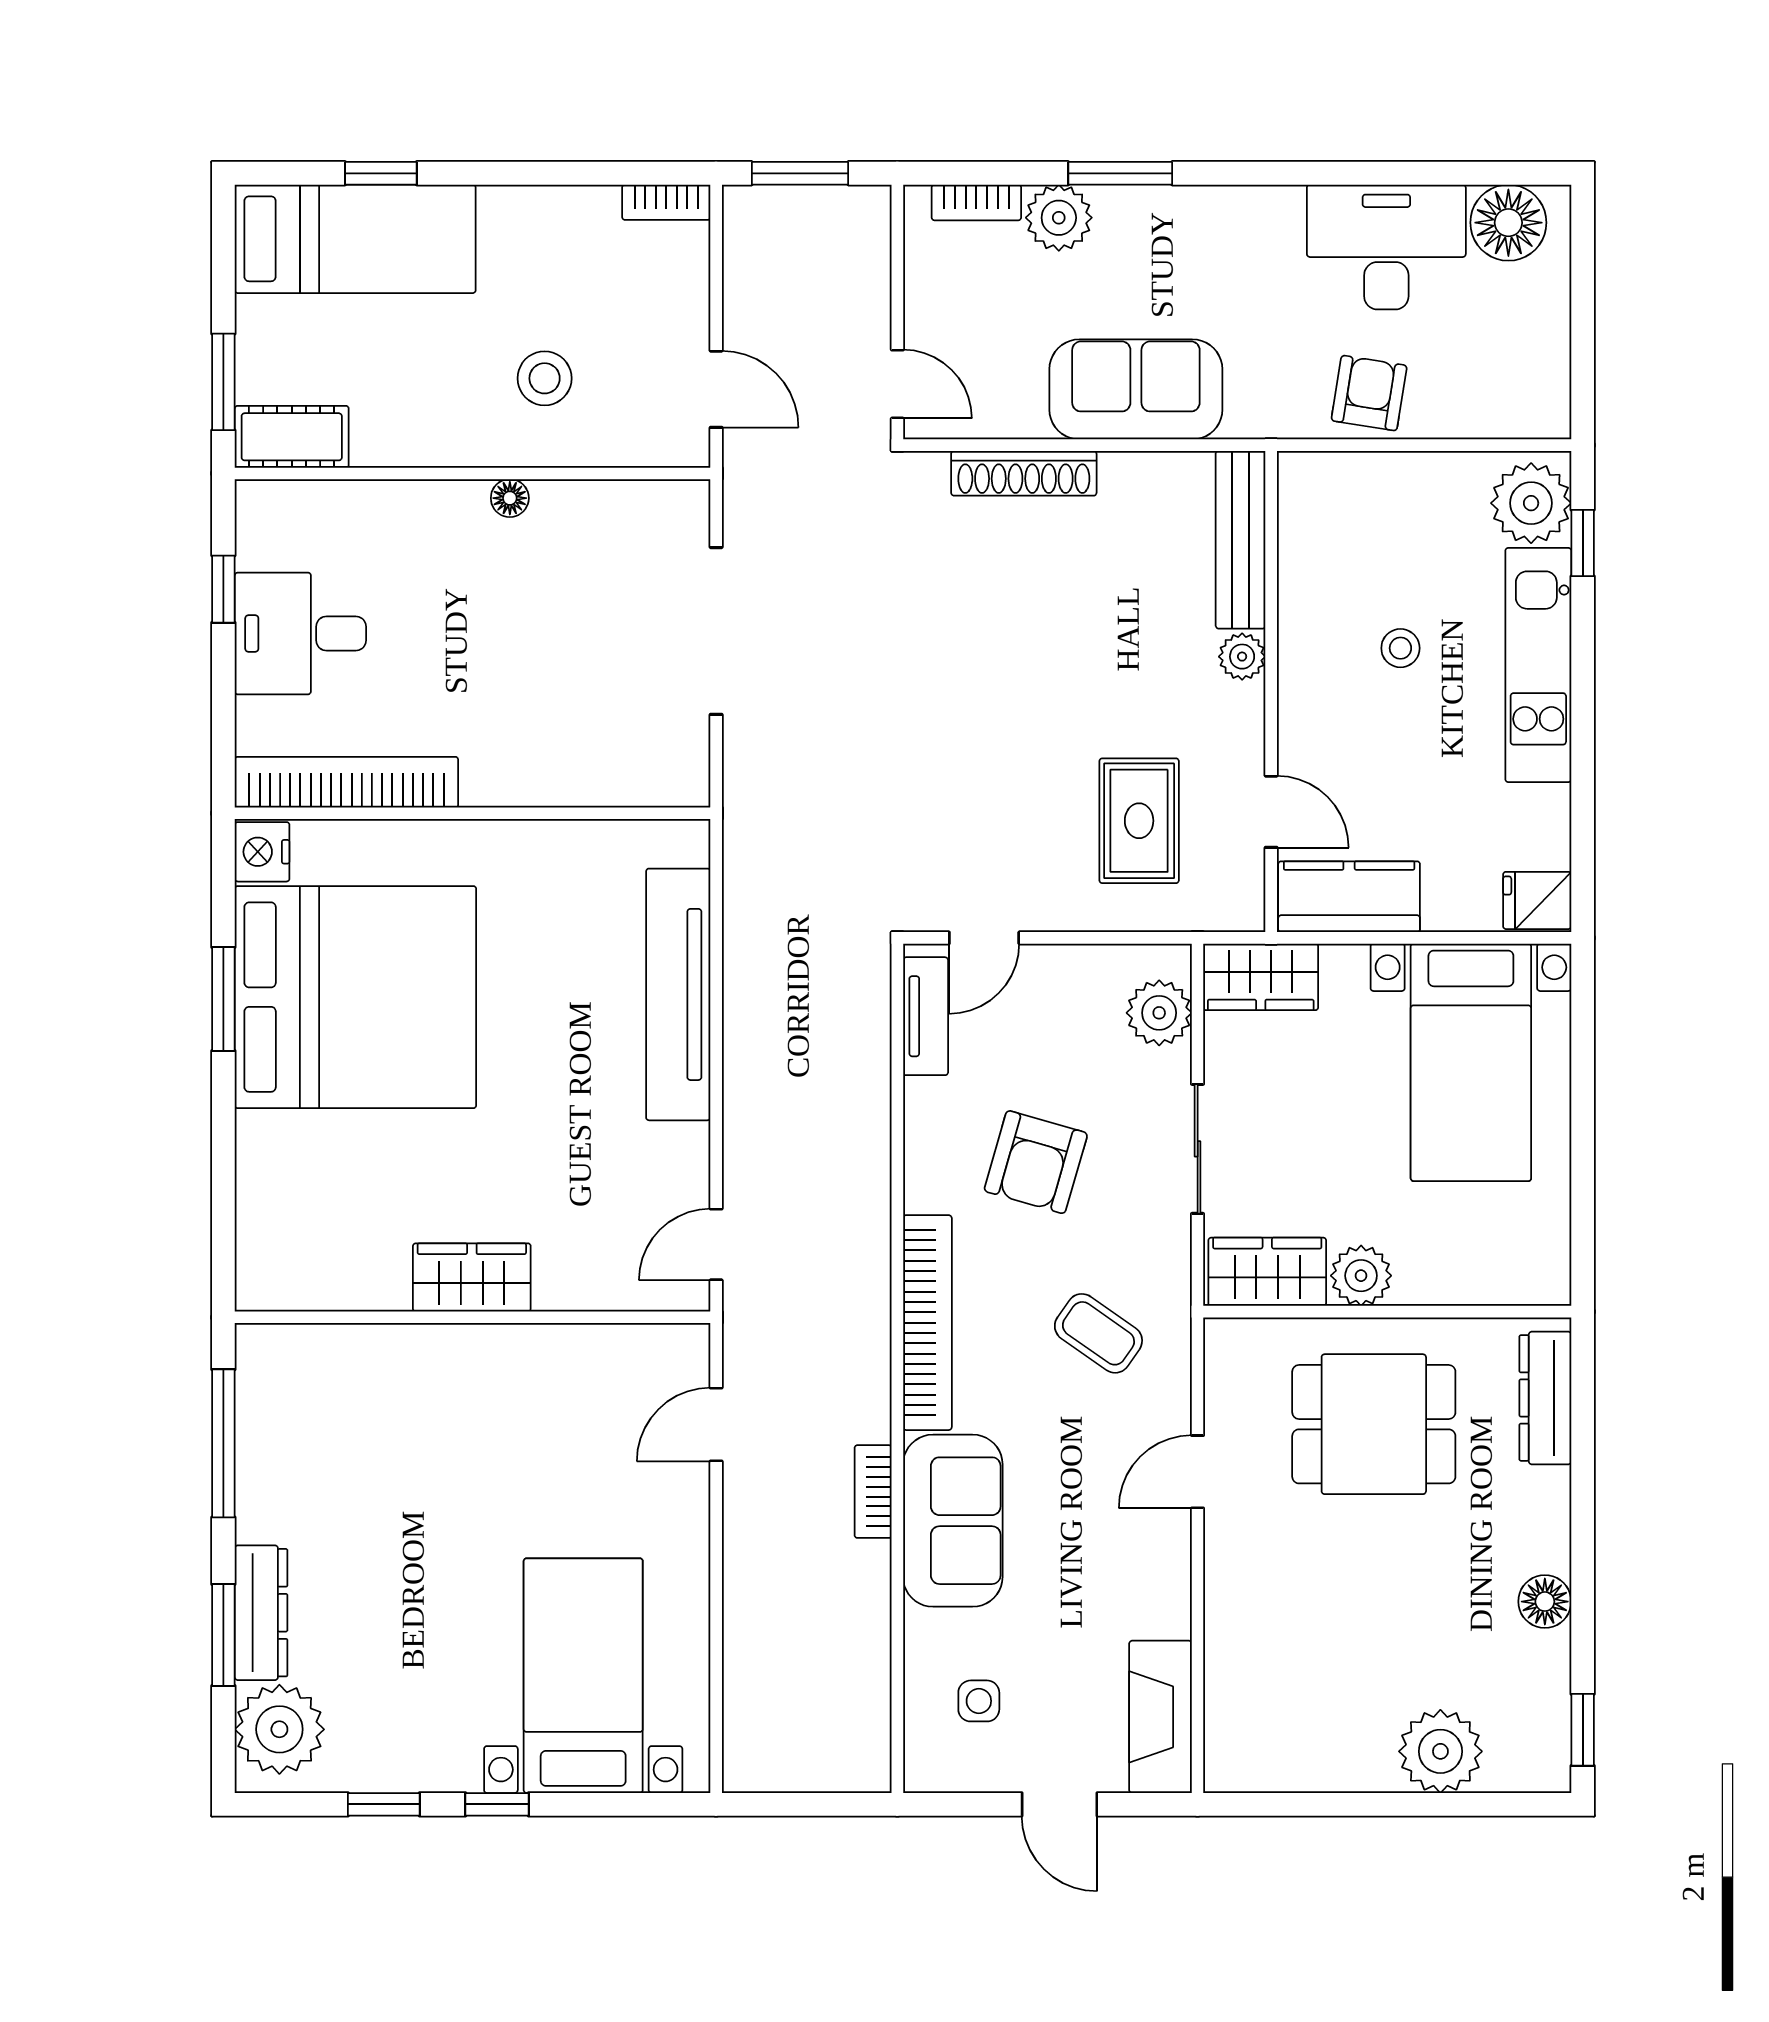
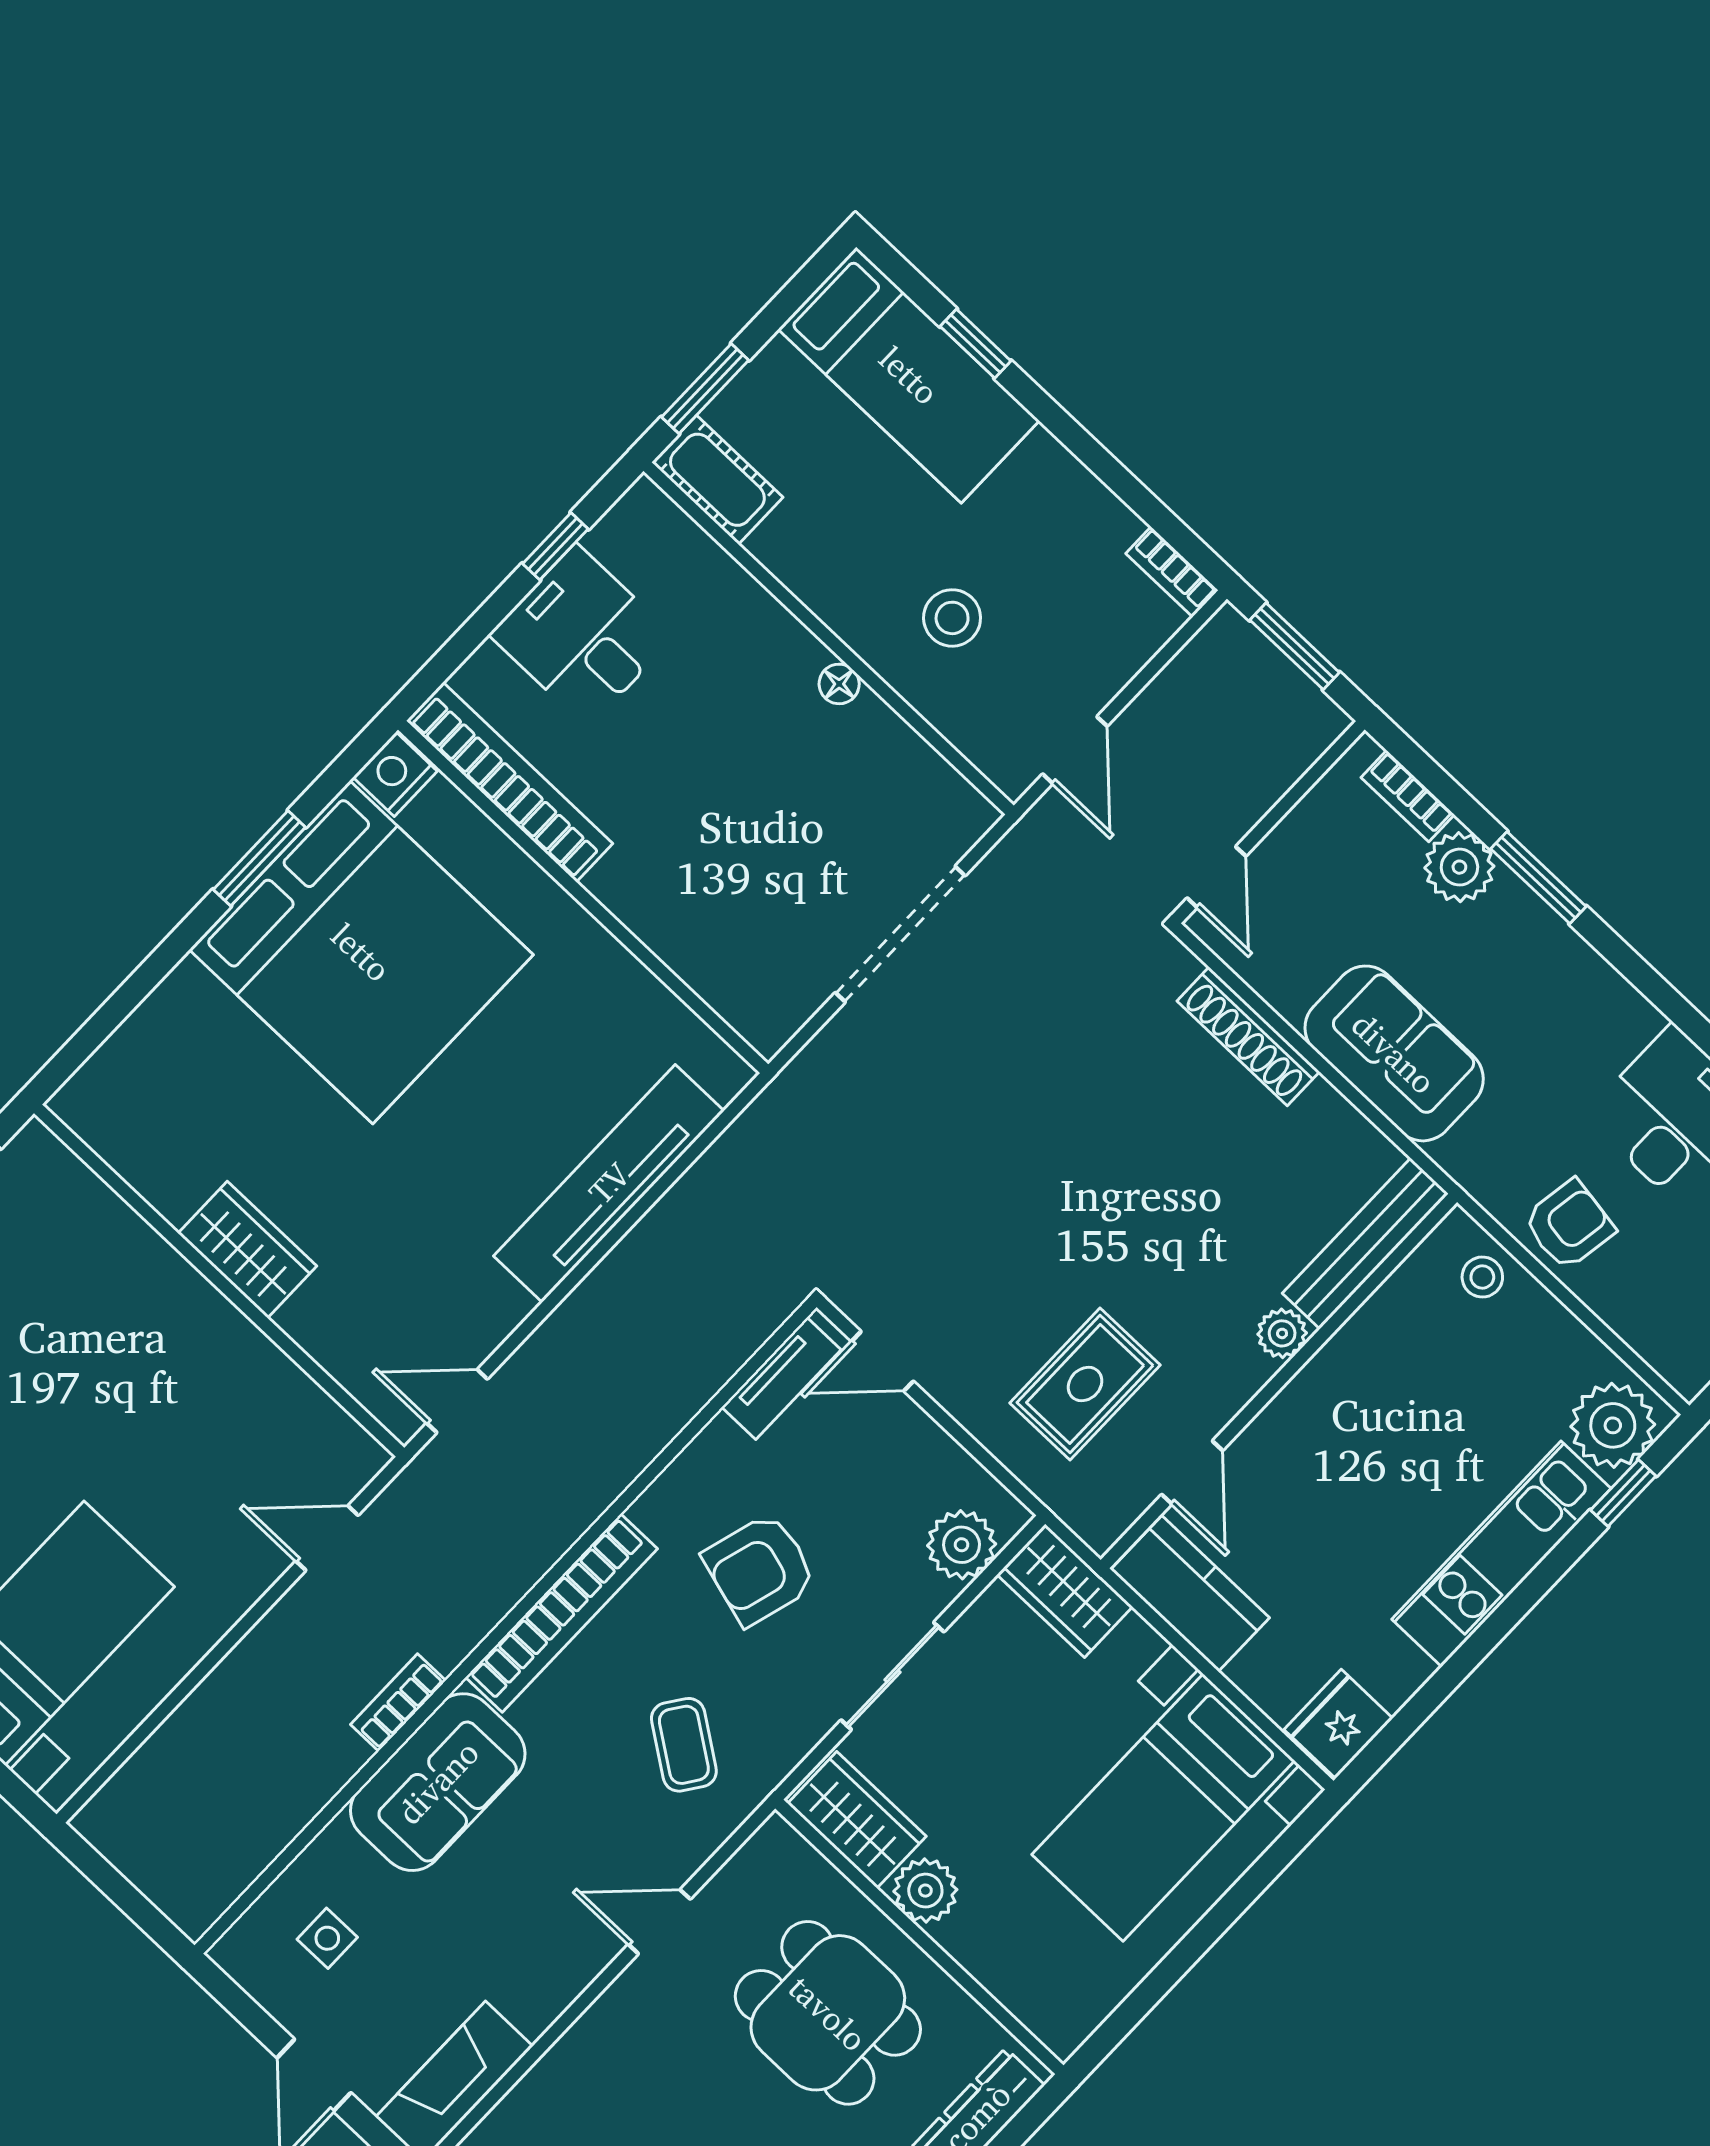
stool: (1400, 648) -> (1482, 1277), moved
fridge: (1537, 900) -> (1338, 1724), width x1.38

